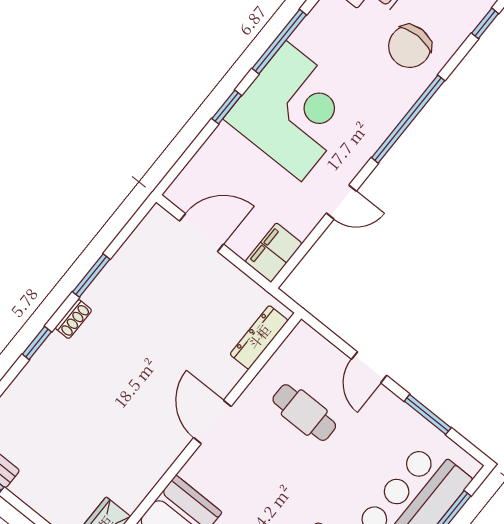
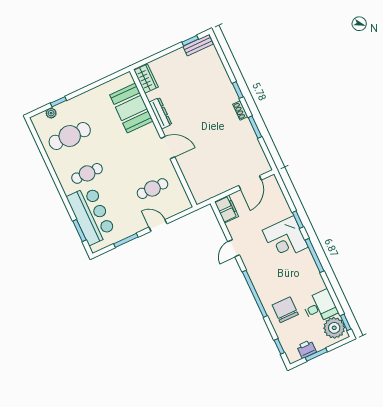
corner desk: (294, 111) -> (285, 239), width x0.74, depth x0.74
dresser: (259, 337) -> (160, 113), moved

